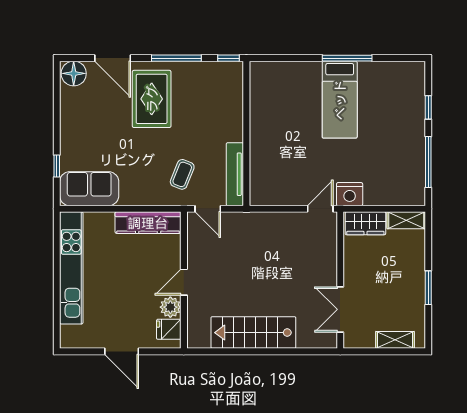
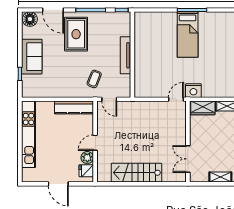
tv unit: (235, 174) -> (125, 55), moved
sofa: (89, 189) -> (32, 57), moved, turned 90

